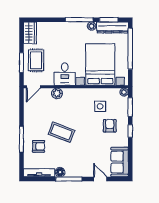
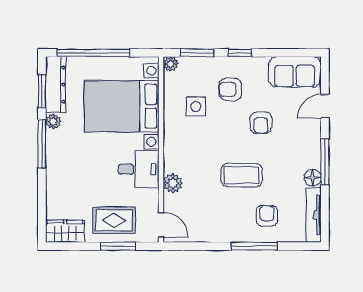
coffee table: (61, 132) -> (242, 175), turned 69
armchair: (91, 143) -> (261, 123), added

